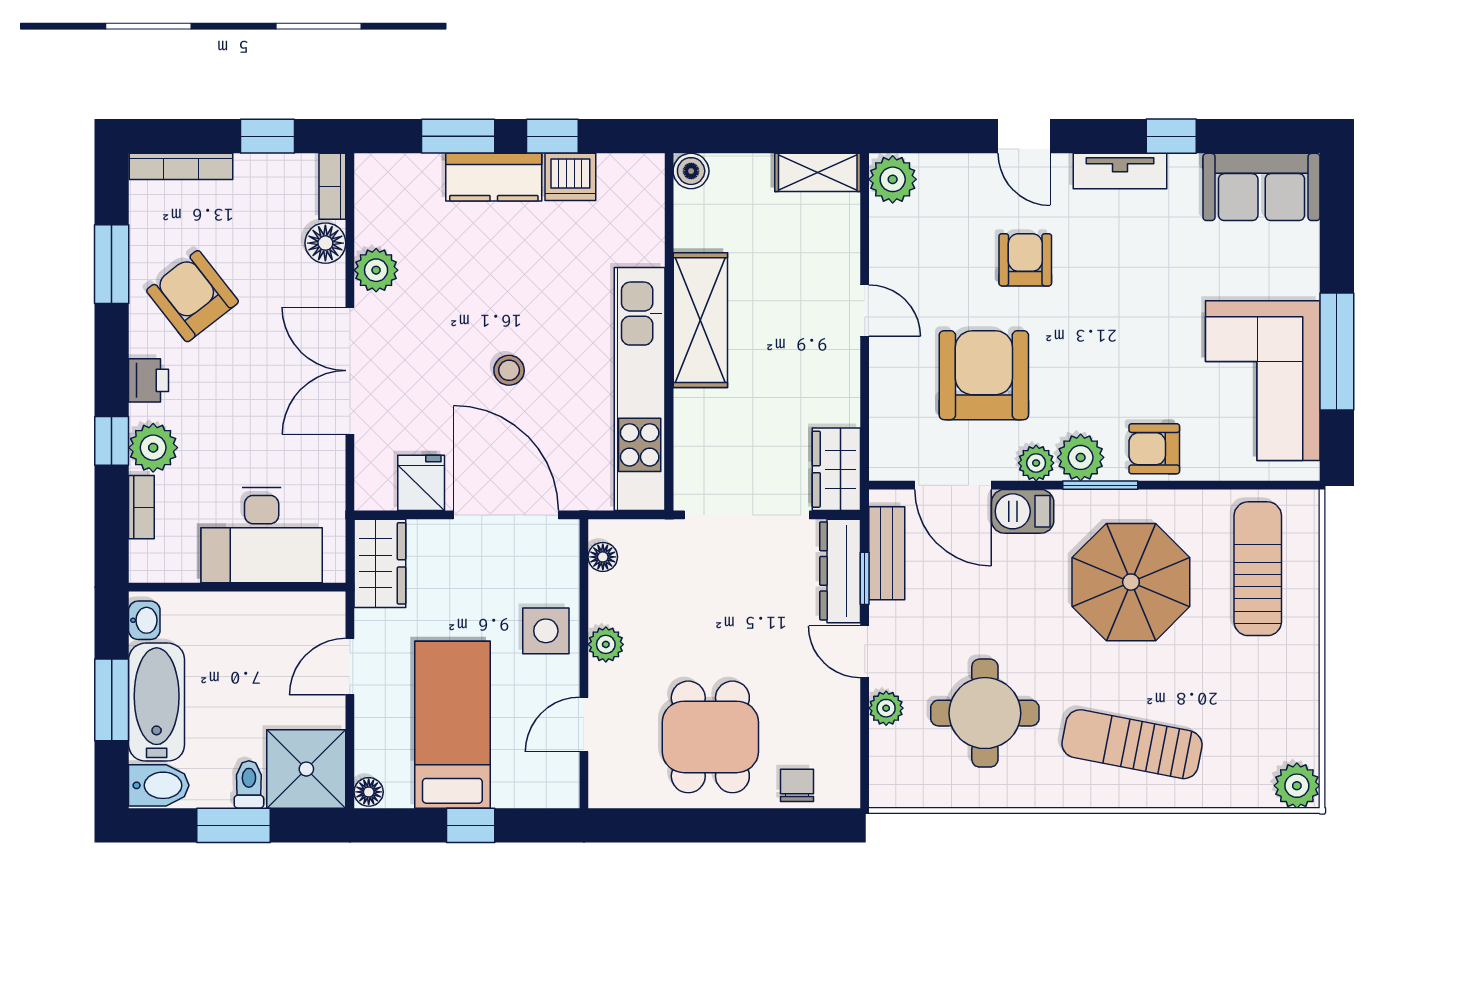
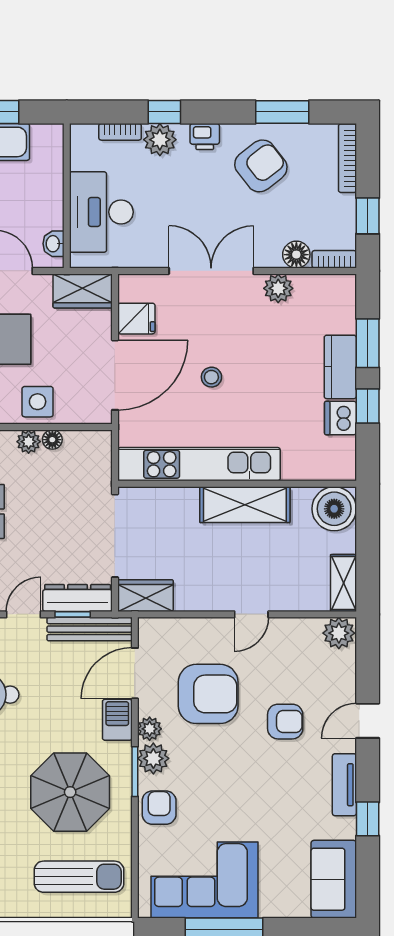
boiler: (691, 171) -> (334, 509), width x1.86, depth x1.86
bench: (887, 553) -> (89, 629), width x1.36
floor lamp: (603, 557) -> (52, 440), moved
washbasin: (144, 620) -> (53, 244), moved, turned 90

